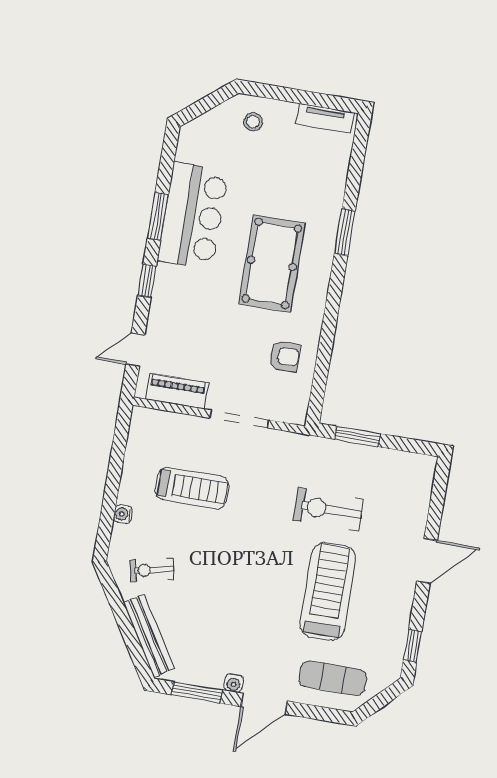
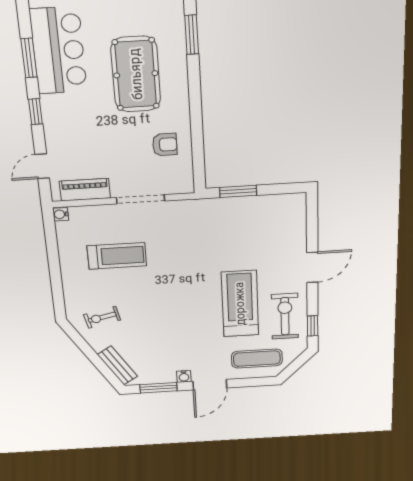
exercise bike: (328, 510) -> (285, 316), moved, turned 90
water cooler: (123, 514) -> (61, 214), moved
bench: (149, 636) -> (117, 365), width x0.73

